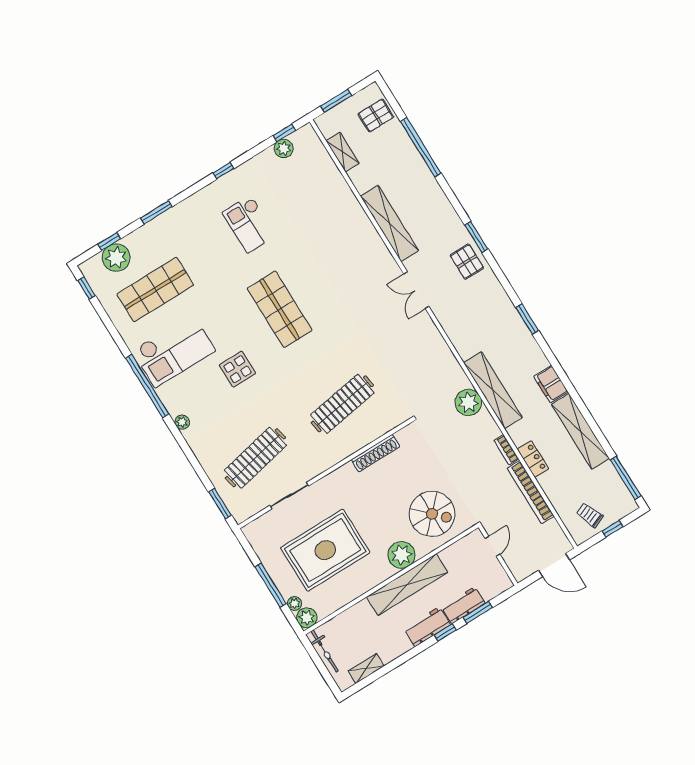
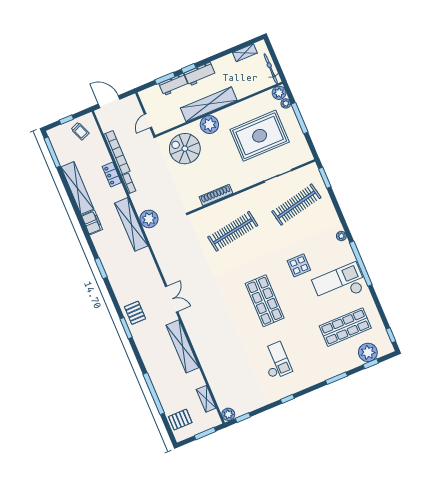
plant: (284, 148) -> (228, 414), moved

